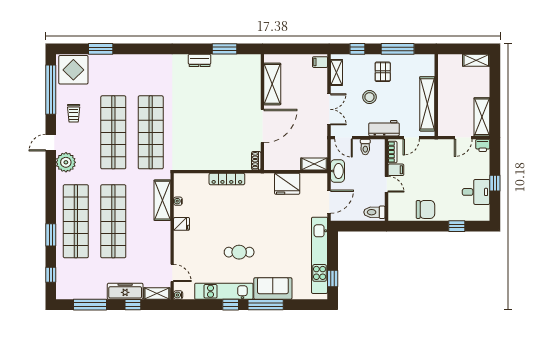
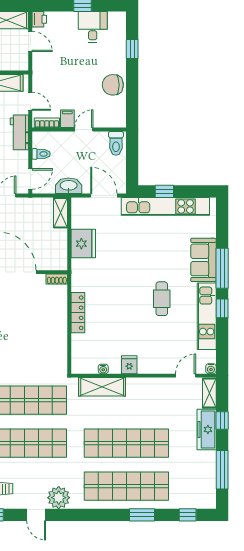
chair: (425, 209) -> (113, 85), turned -90
window: (333, 279) -> (164, 191), moved

